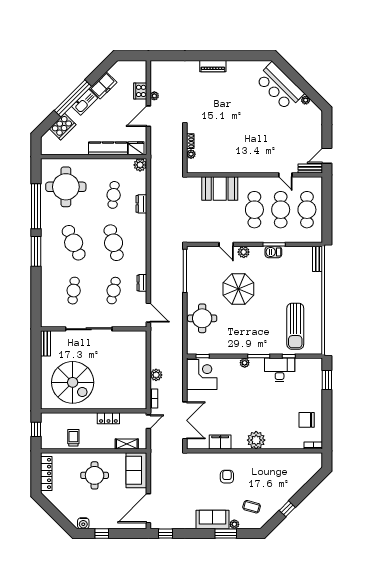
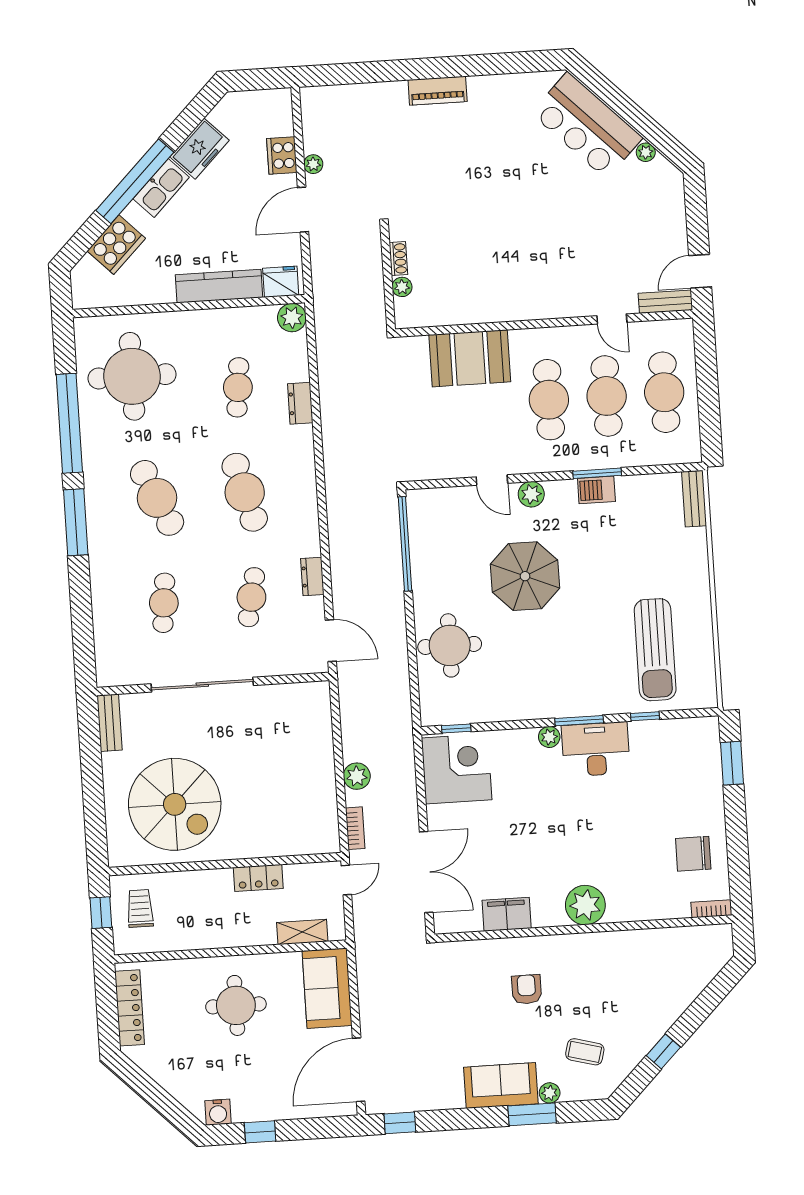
desk: (280, 370) -> (596, 749), moved
trolley: (73, 438) -> (140, 908), moved

